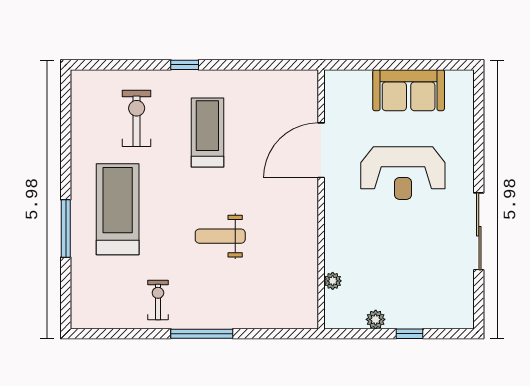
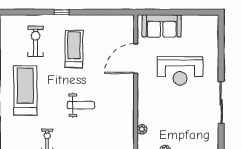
sofa: (409, 90) -> (162, 26), moved
weight bench: (220, 236) -> (81, 105), turned 180

